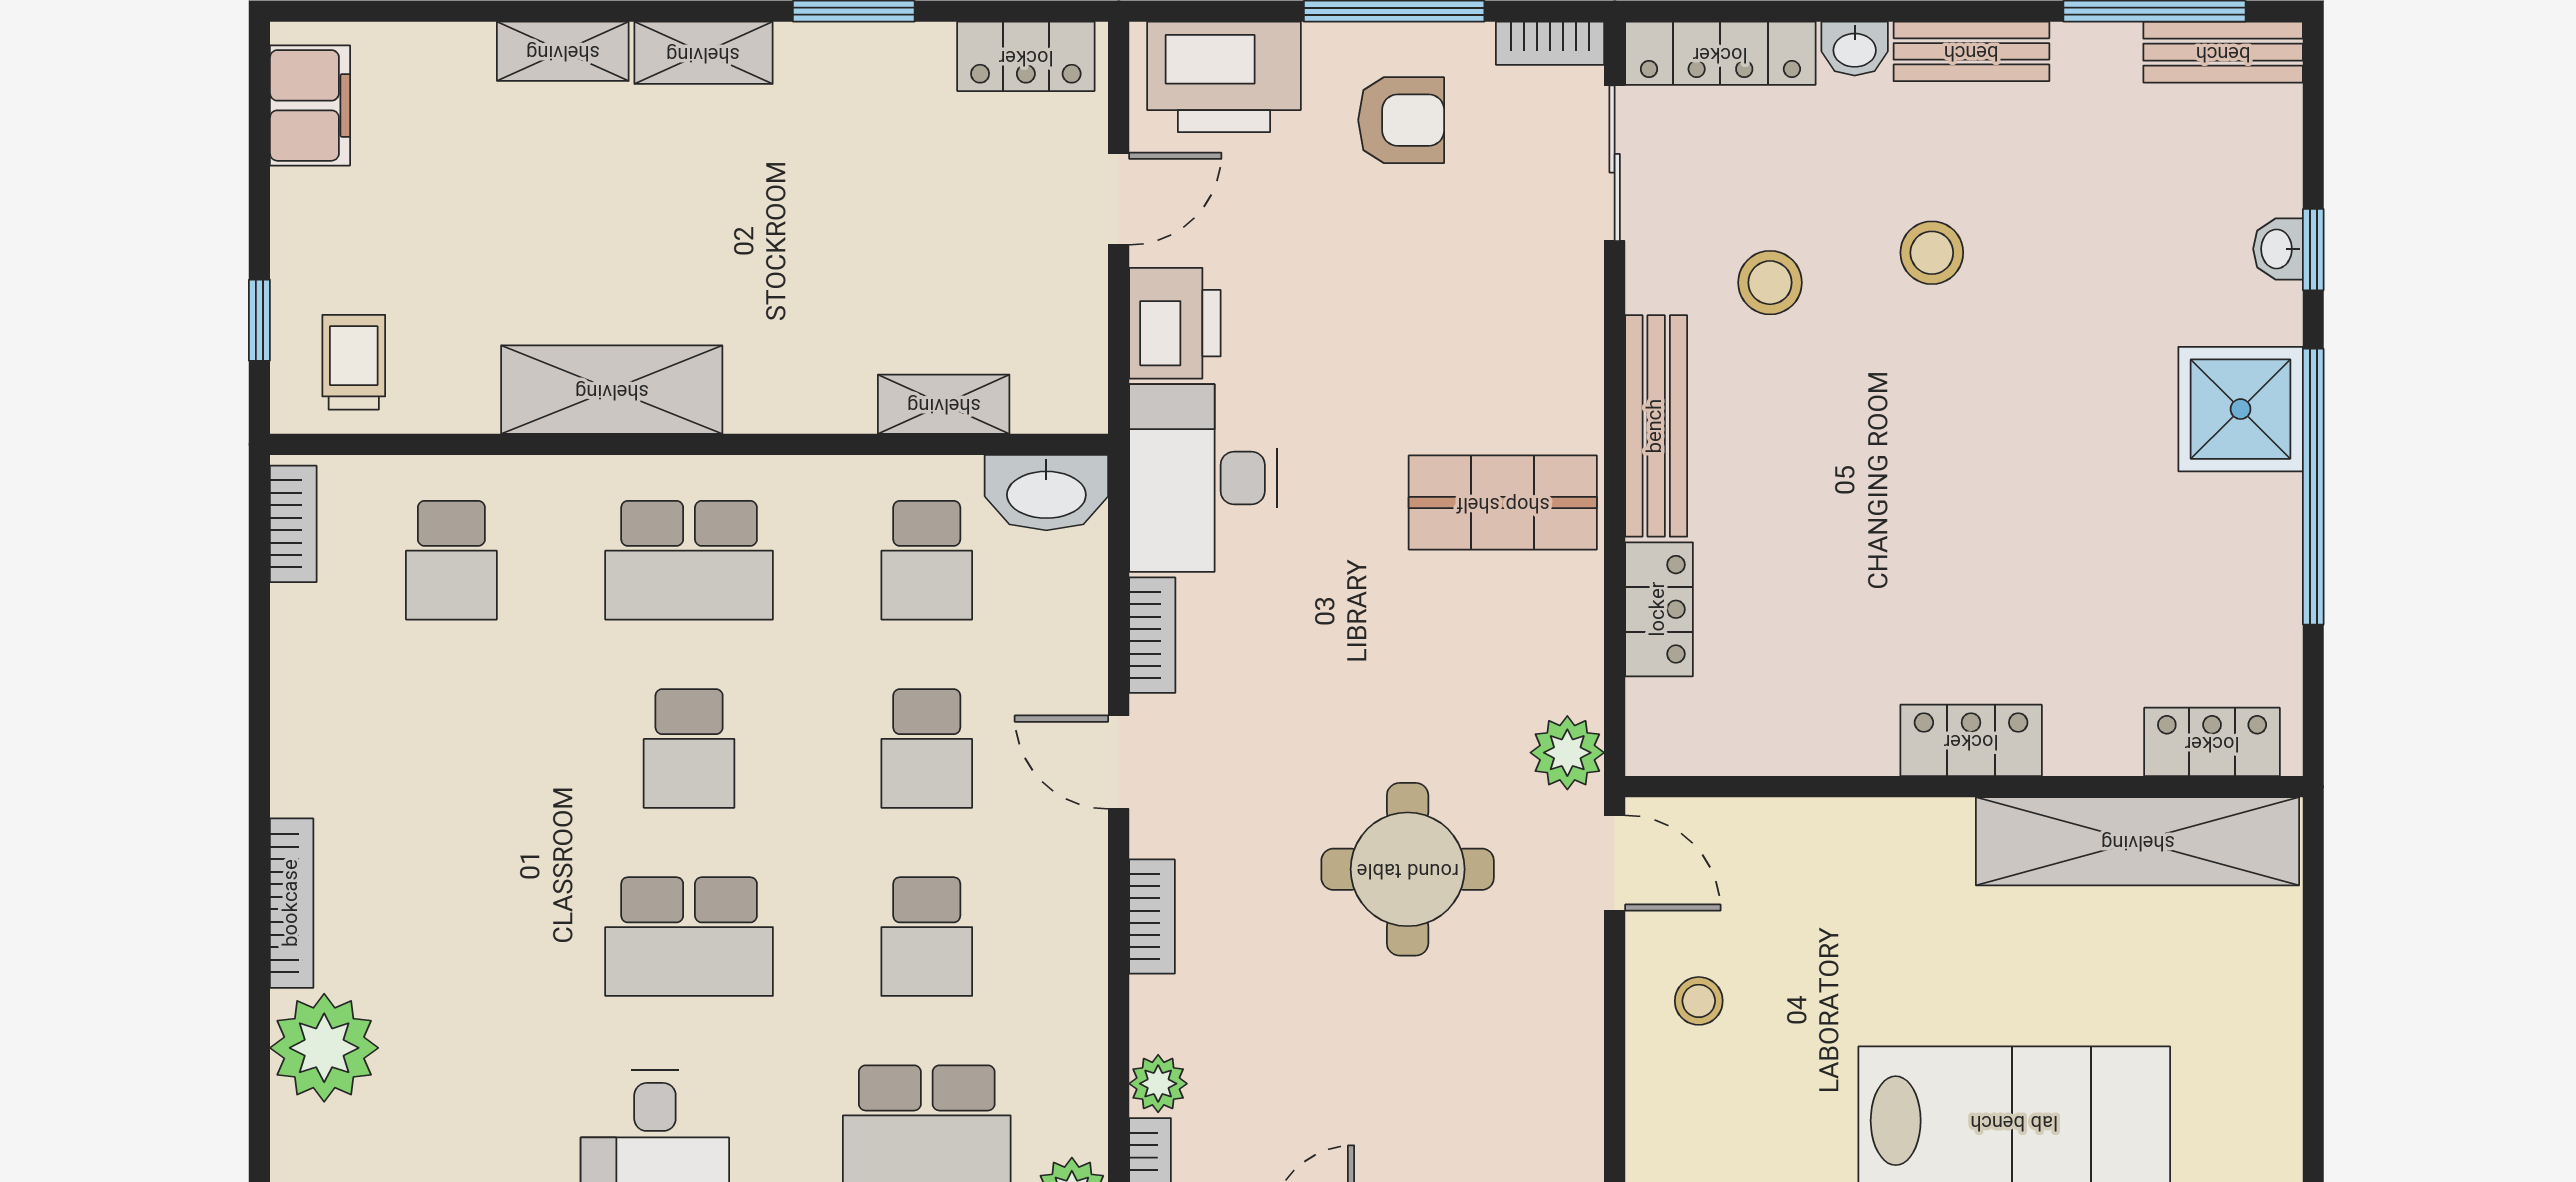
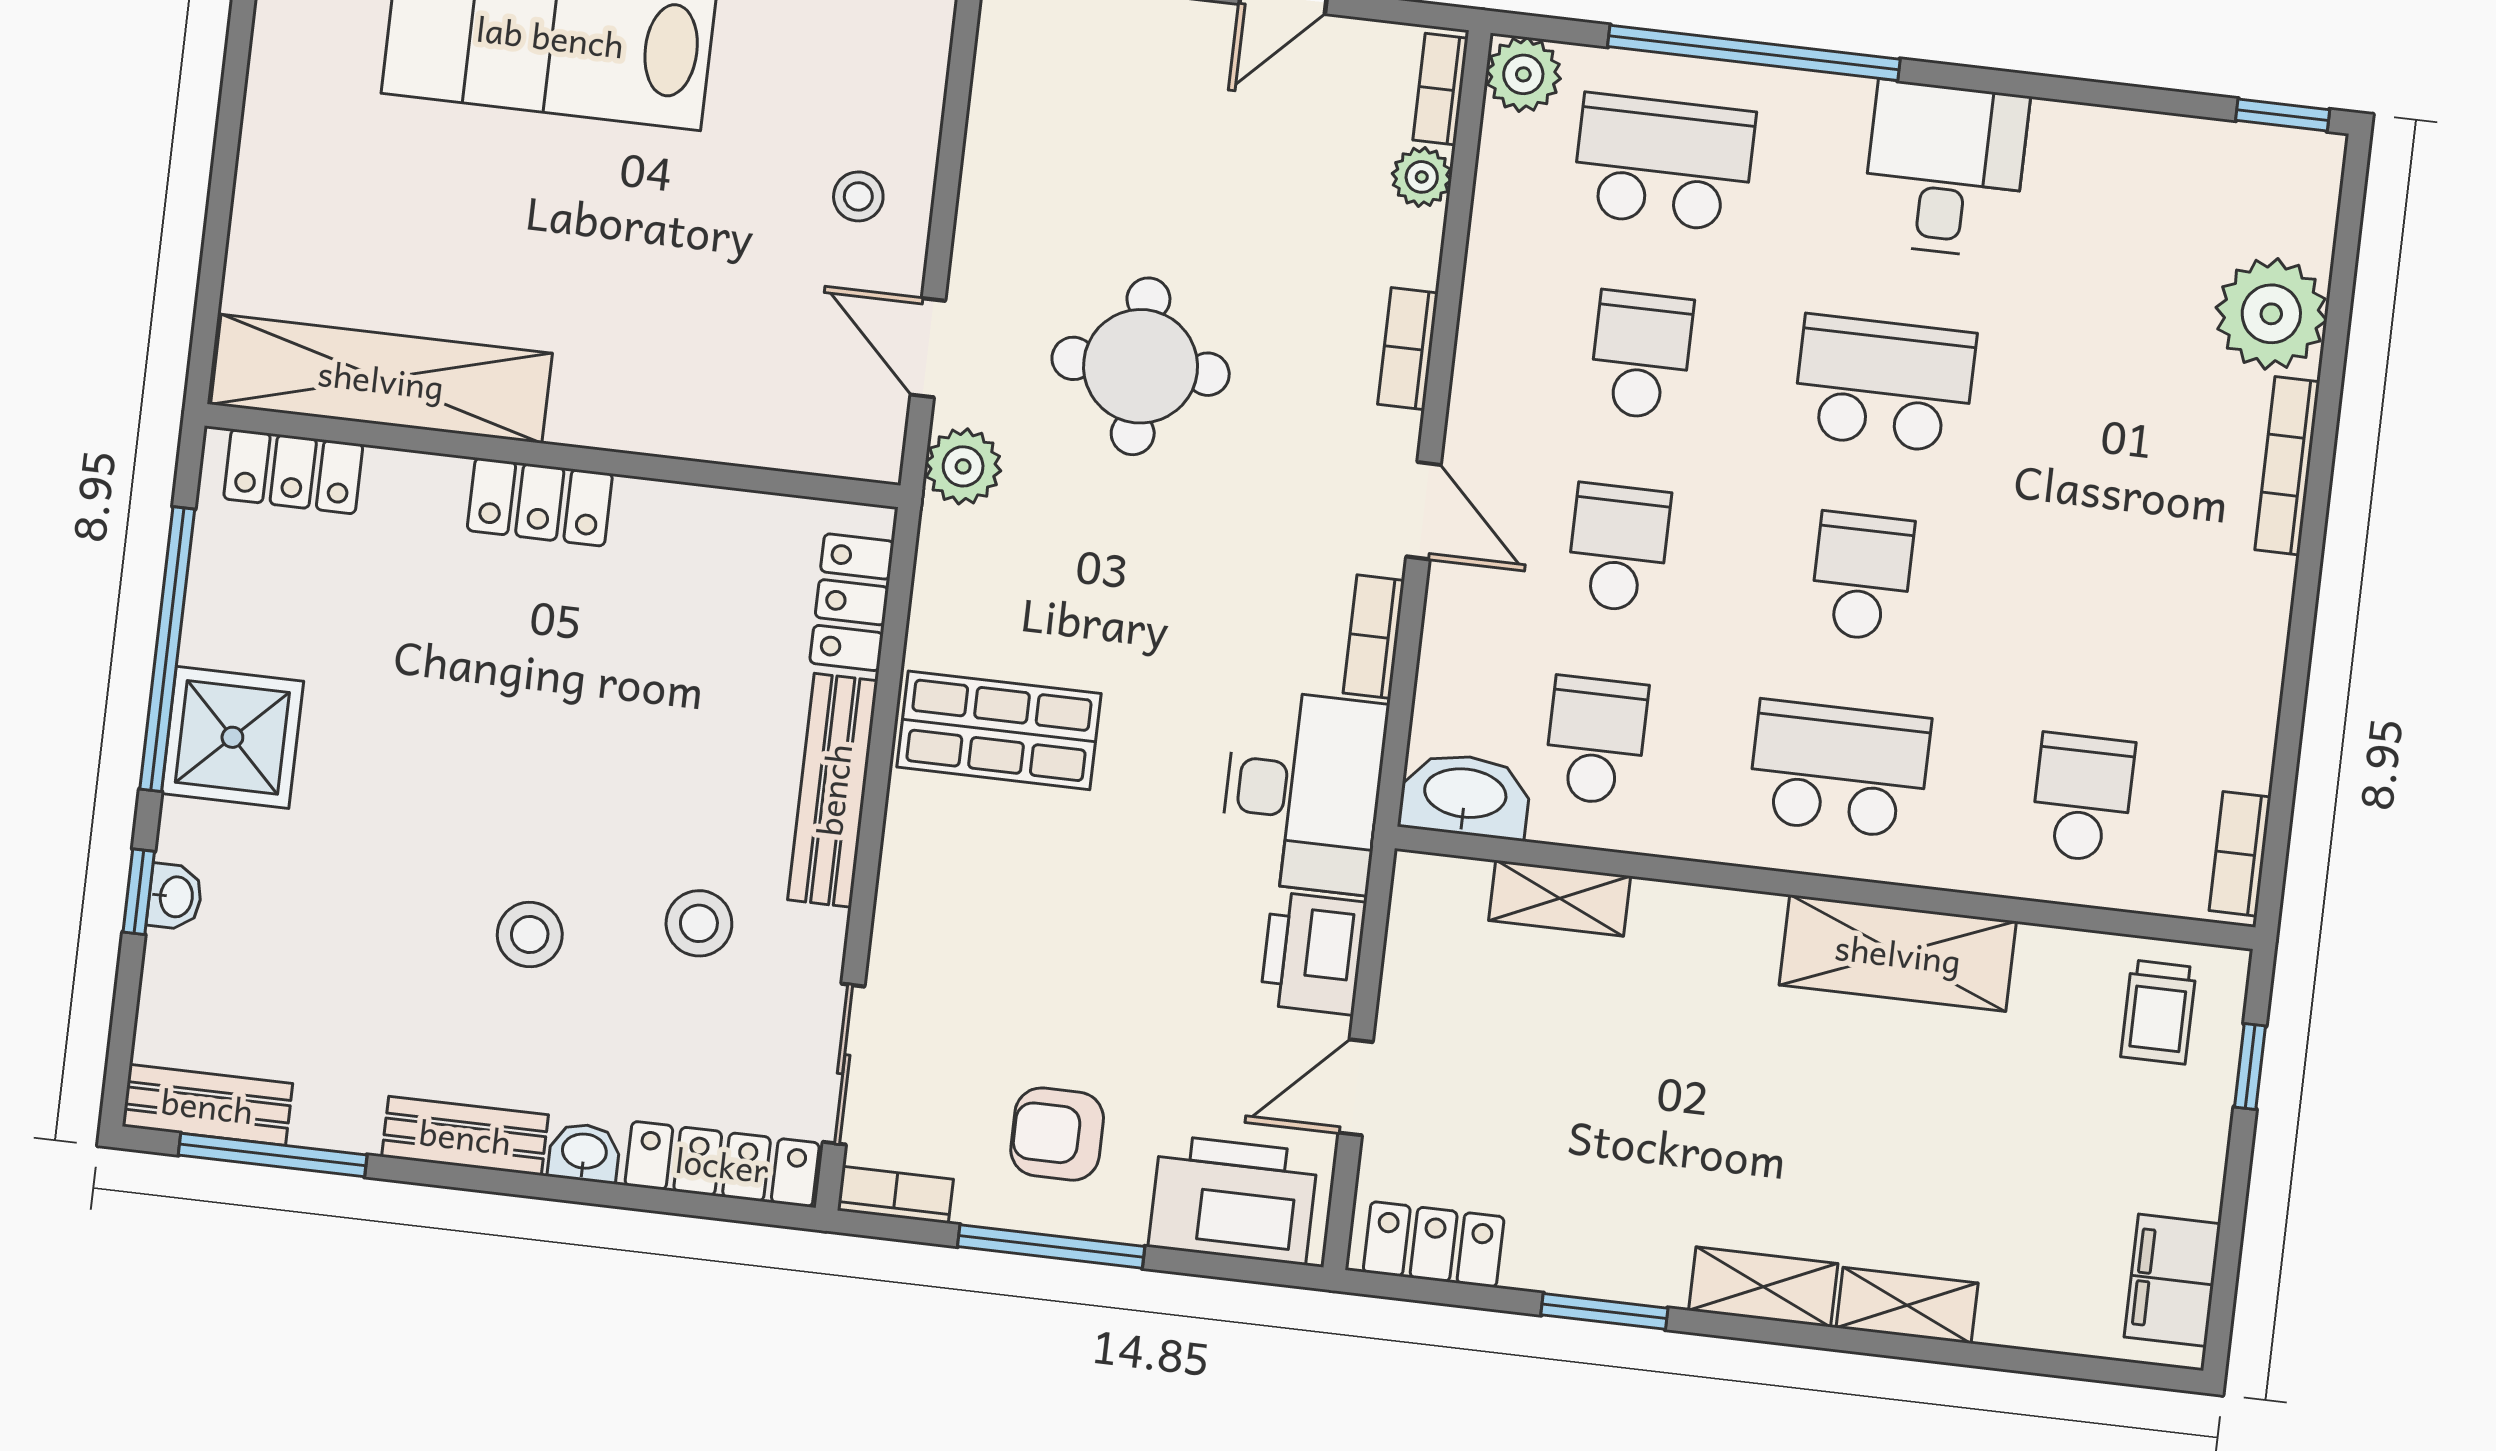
locker: (1971, 740) -> (540, 502), moved
locker: (2212, 742) -> (293, 471), moved
wall: (1964, 787) -> (553, 456), moved
shelving: (2138, 841) -> (381, 379), moved

